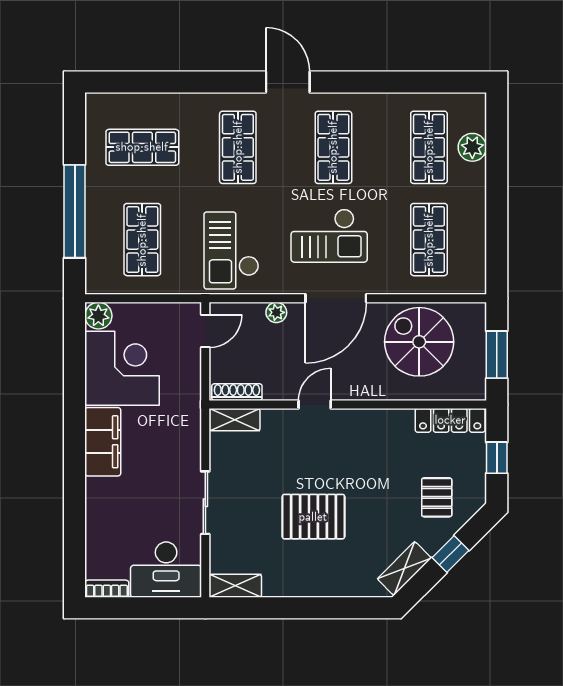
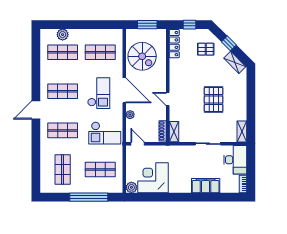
spiral stairs: (419, 342) -> (142, 56), turned -90
filing cabinet: (103, 442) -> (206, 186), moved

